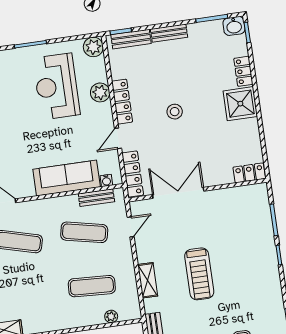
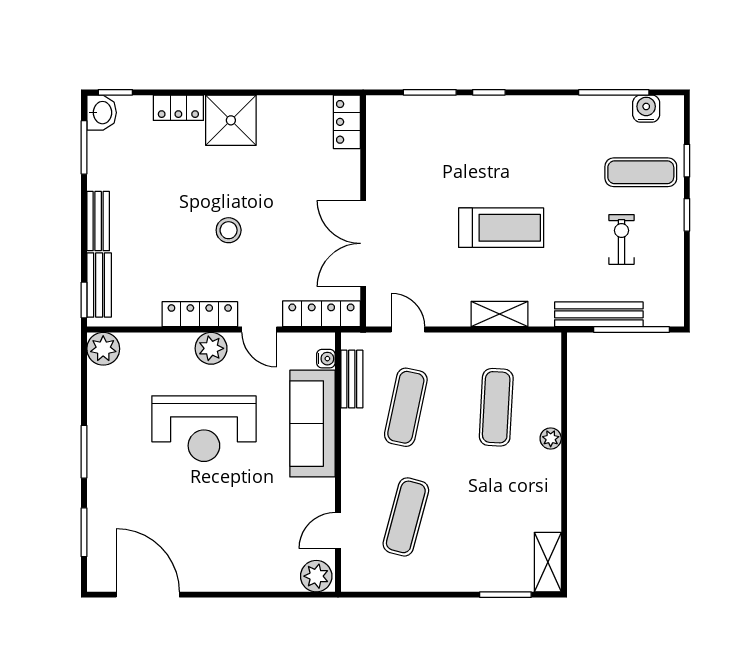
reception desk: (56, 86) -> (204, 429), moved
plant: (100, 92) -> (211, 348), moved
plant: (111, 316) -> (551, 438), moved

